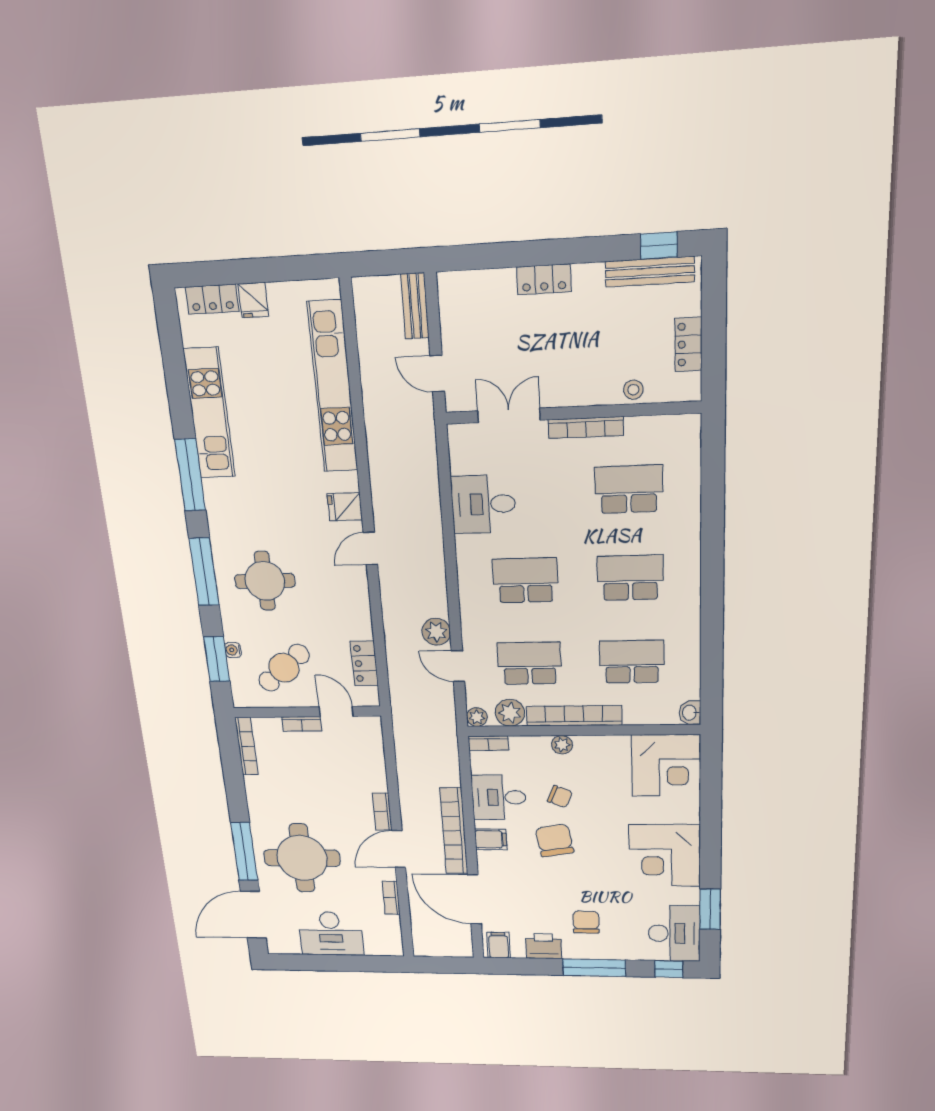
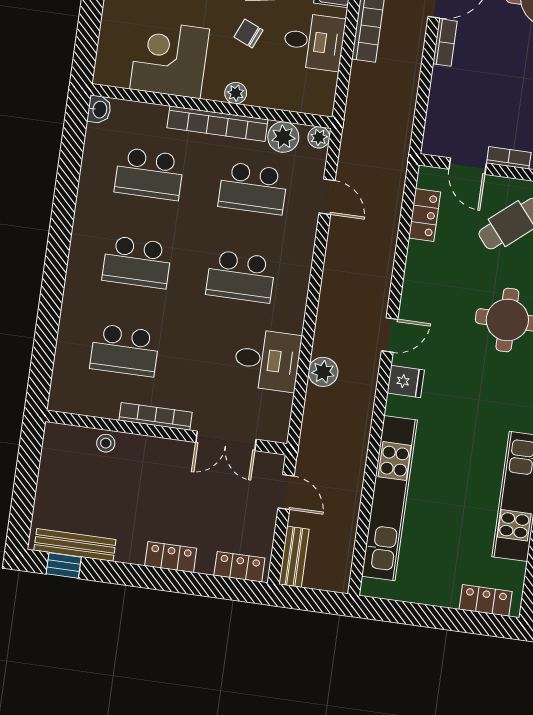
fridge: (253, 300) -> (446, 592), removed
locker: (688, 344) -> (239, 567), moved, turned -90
plant: (436, 632) -> (323, 372), moved
bookcase: (488, 743) -> (313, 106), removed
corner desk: (666, 765) -> (170, 59), moved

